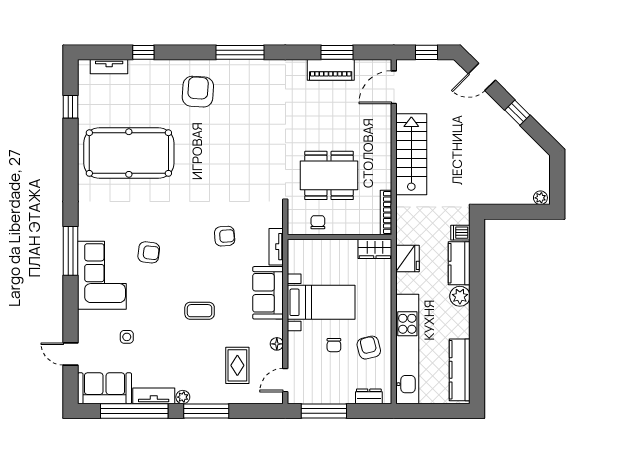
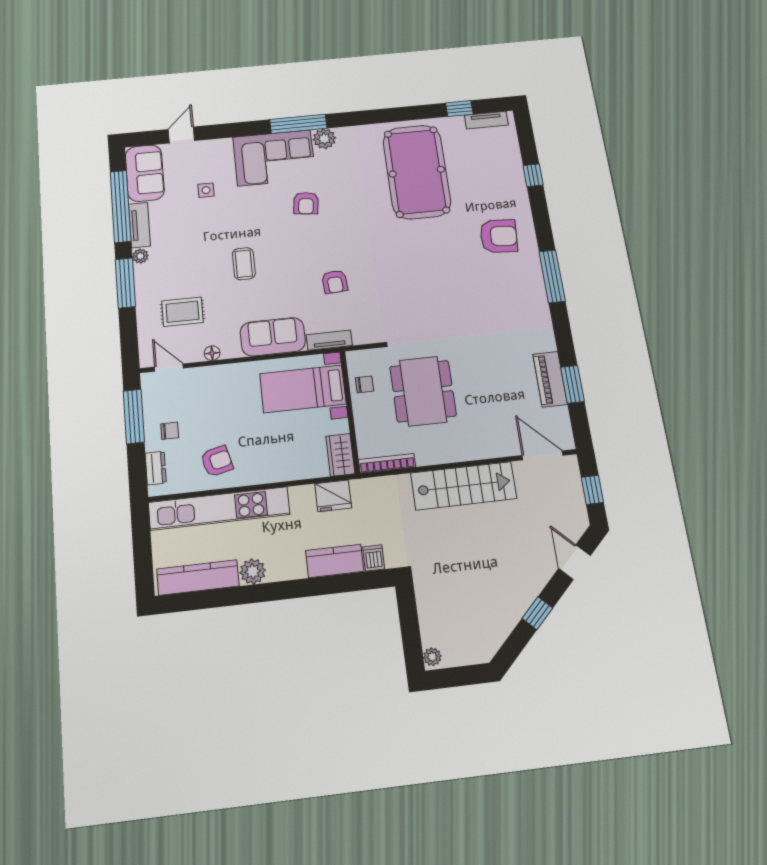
tv unit: (109, 67) -> (486, 120), moved, turned -90
plant: (88, 230) -> (324, 139), added
plant: (460, 296) -> (253, 571), moved
bed with nightstands: (321, 302) -> (303, 389), moved, turned 90
chair: (334, 345) -> (170, 431), moved, turned 180

